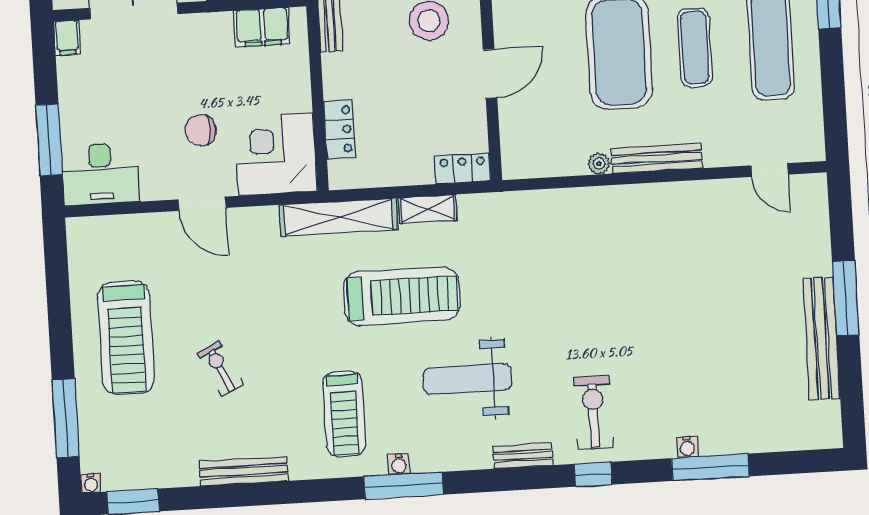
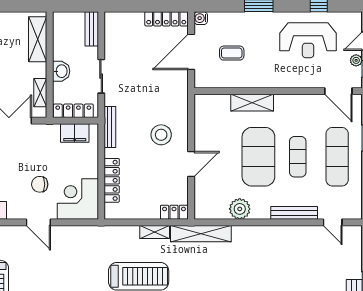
locker: (340, 129) -> (112, 180), width x1.53
bench: (657, 158) -> (294, 213), moved
plant: (599, 164) -> (240, 209), width x1.88, depth x1.88
shelving: (338, 217) -> (201, 234), moved

